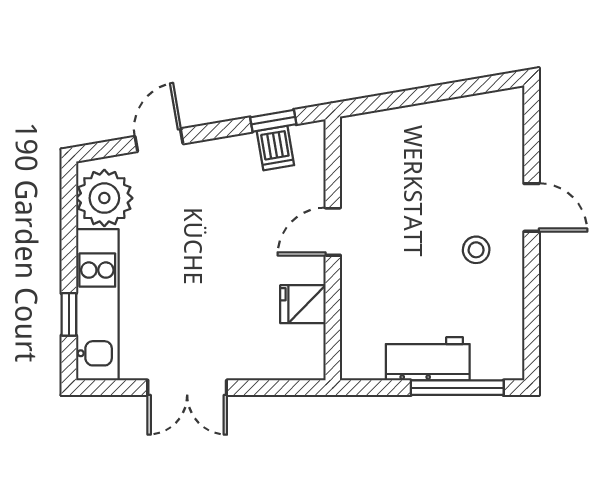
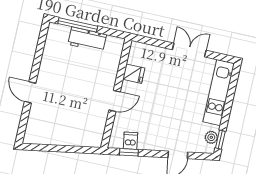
plant: (104, 198) -> (211, 137), width x0.53, depth x0.53
stool: (476, 250) -> (57, 80), removed
window: (69, 314) -> (220, 140), moved

